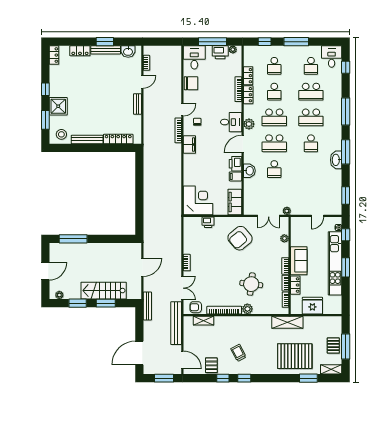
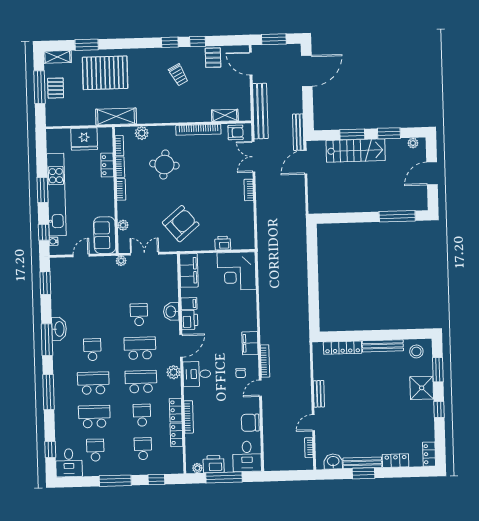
sofa: (299, 261) -> (105, 235), moved
door: (142, 267) -> (306, 162), moved
plant: (247, 309) -> (142, 133), moved

